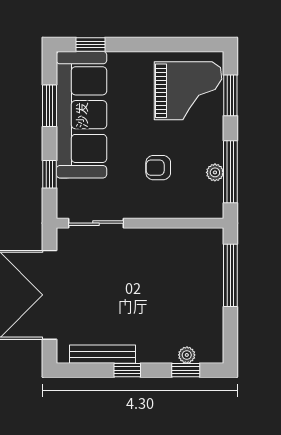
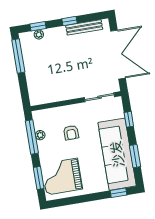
armchair: (158, 168) -> (71, 133), turned 89
window: (230, 275) -> (18, 56), moved

